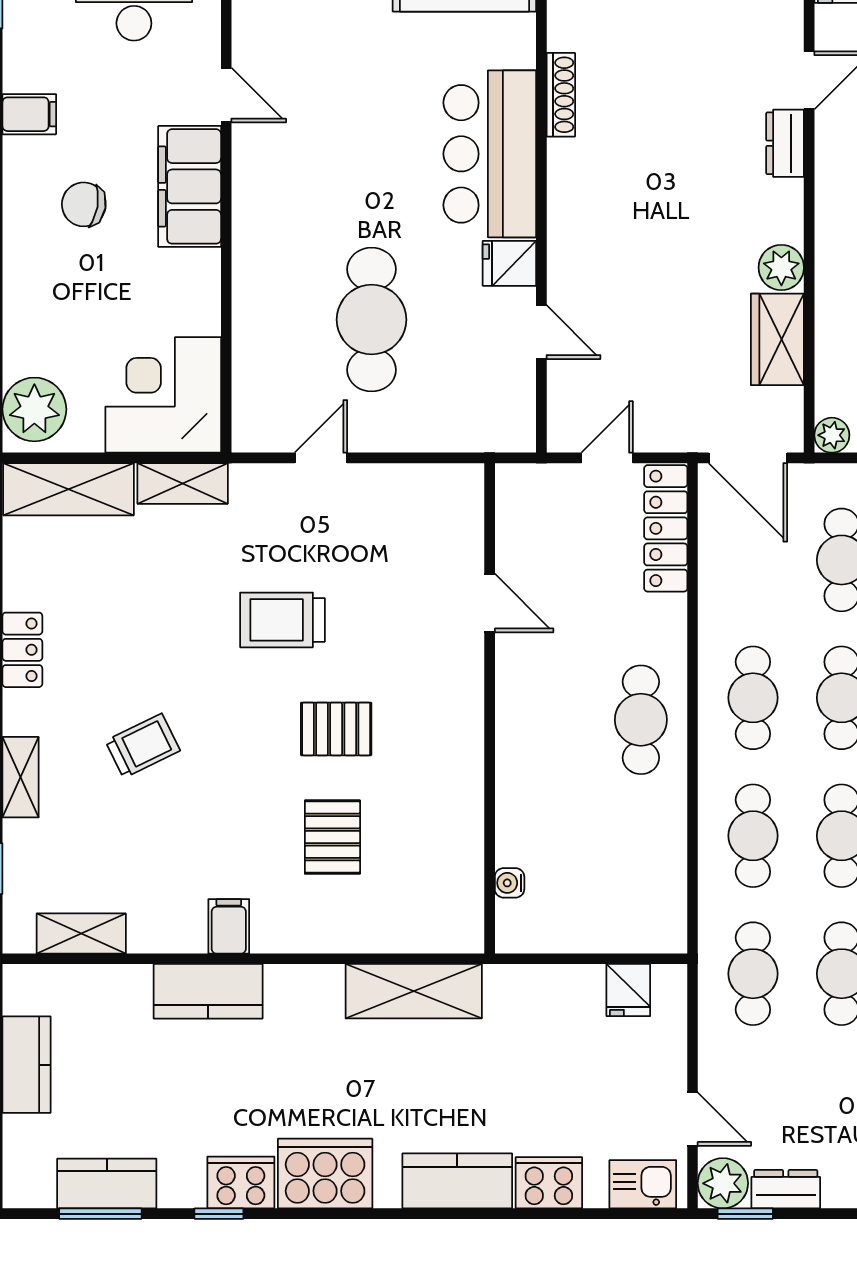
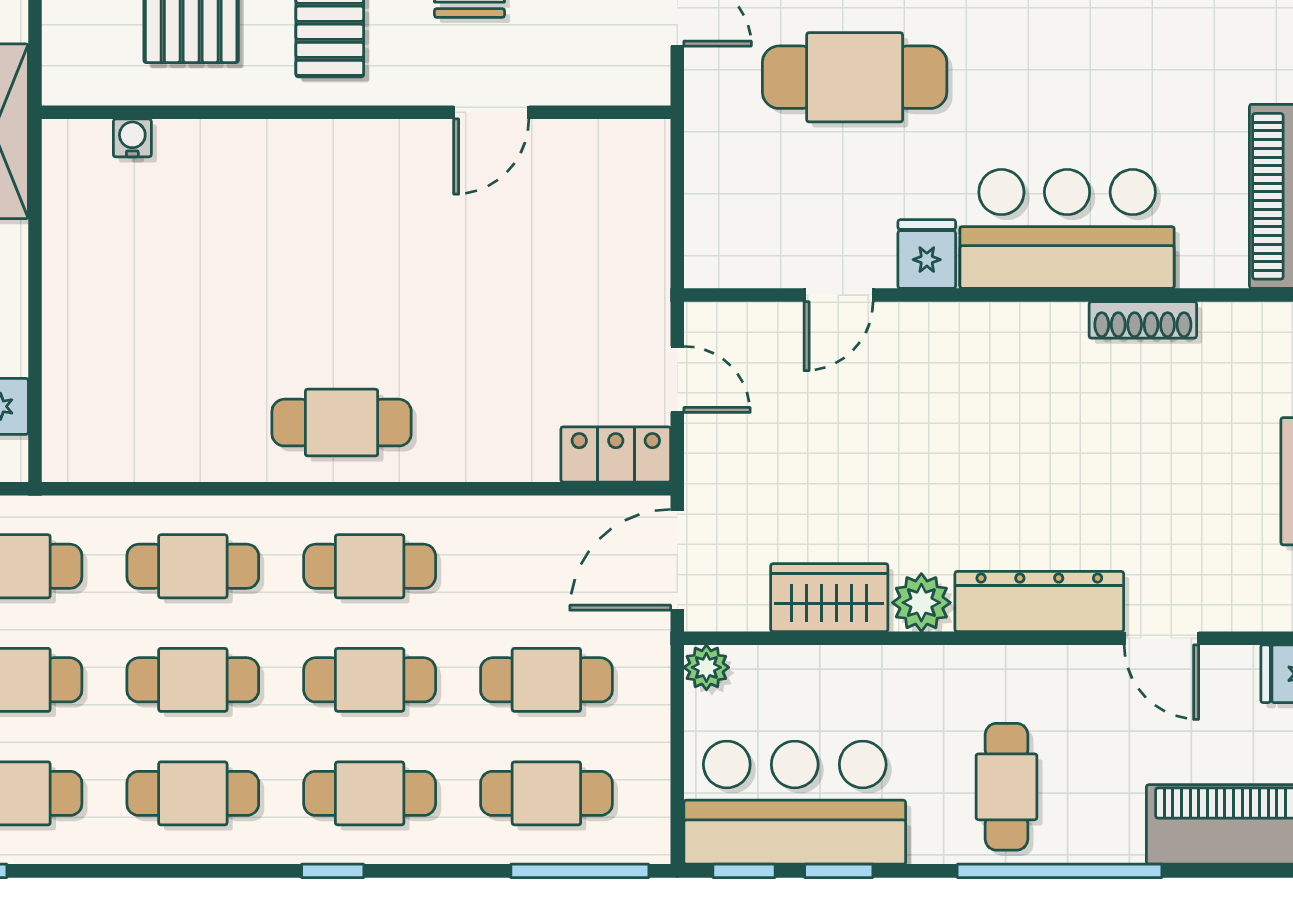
dresser: (785, 143) -> (1039, 602), width x1.96, depth x1.24
locker: (666, 528) -> (616, 454), width x0.66
door: (490, 603) -> (491, 112), moved
wall: (490, 708) -> (356, 112), moved
water cooler: (510, 883) -> (132, 138), moved

